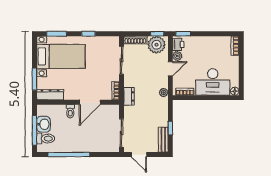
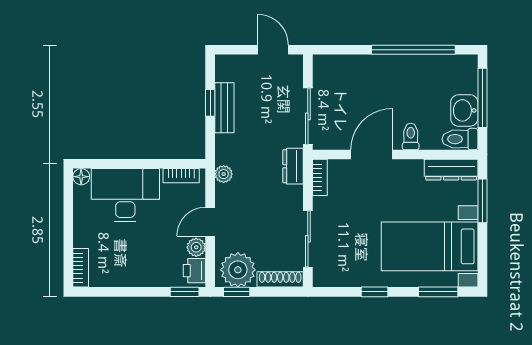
sliding door: (122, 133) -> (308, 116), moved
toilet: (46, 139) -> (460, 139), moved
bench: (163, 140) -> (224, 108), moved

